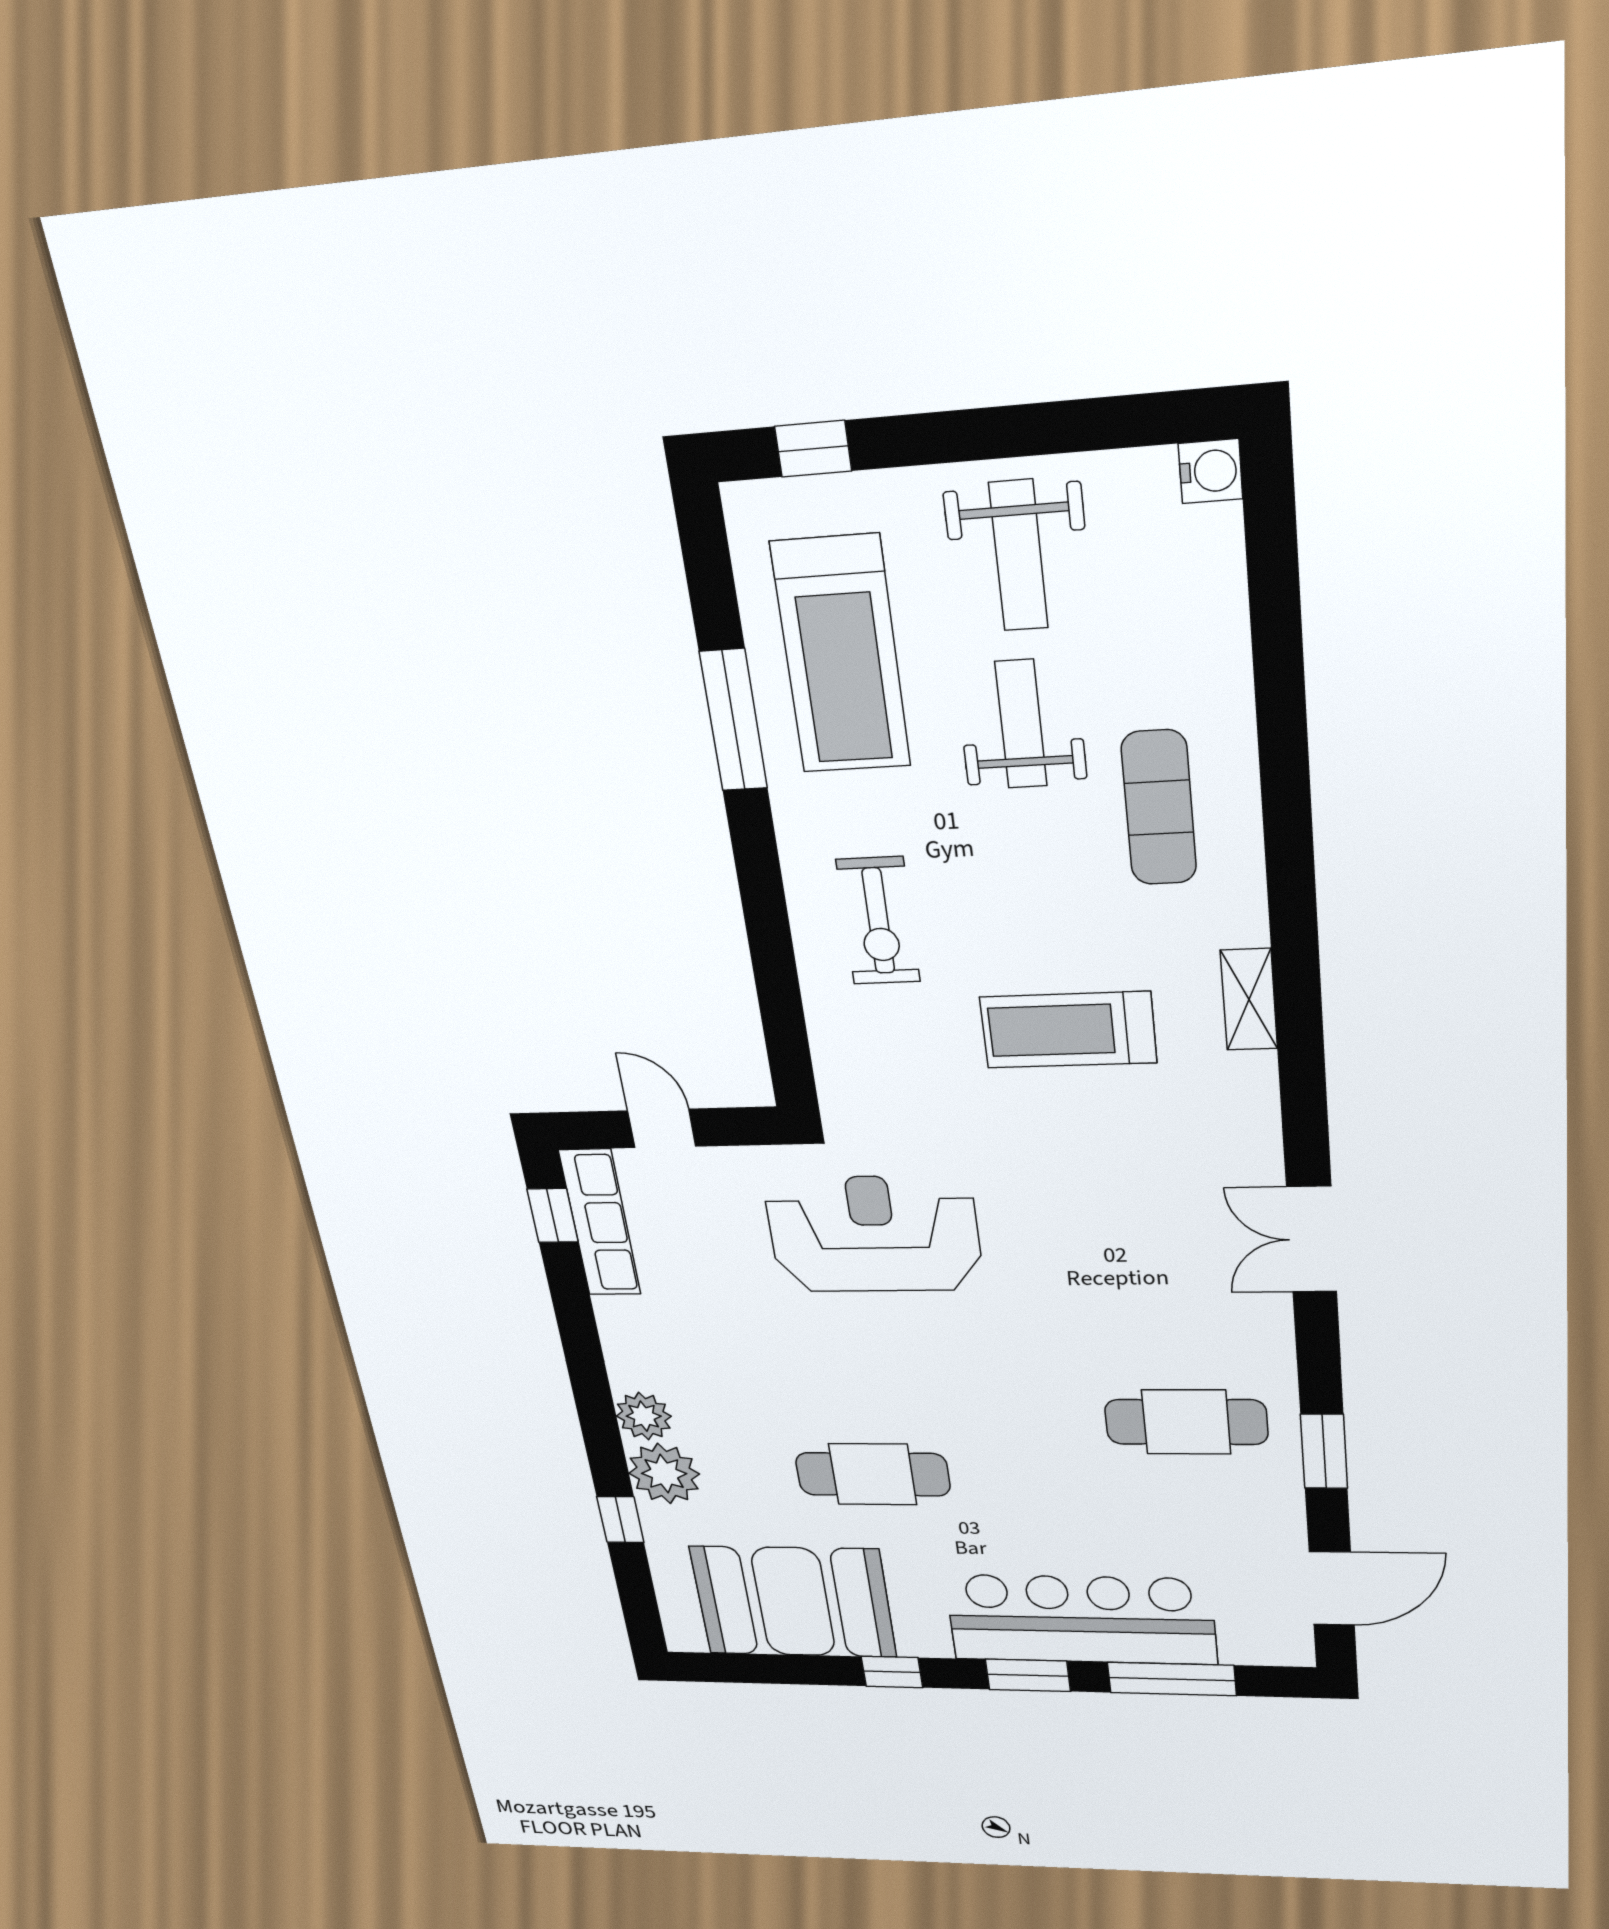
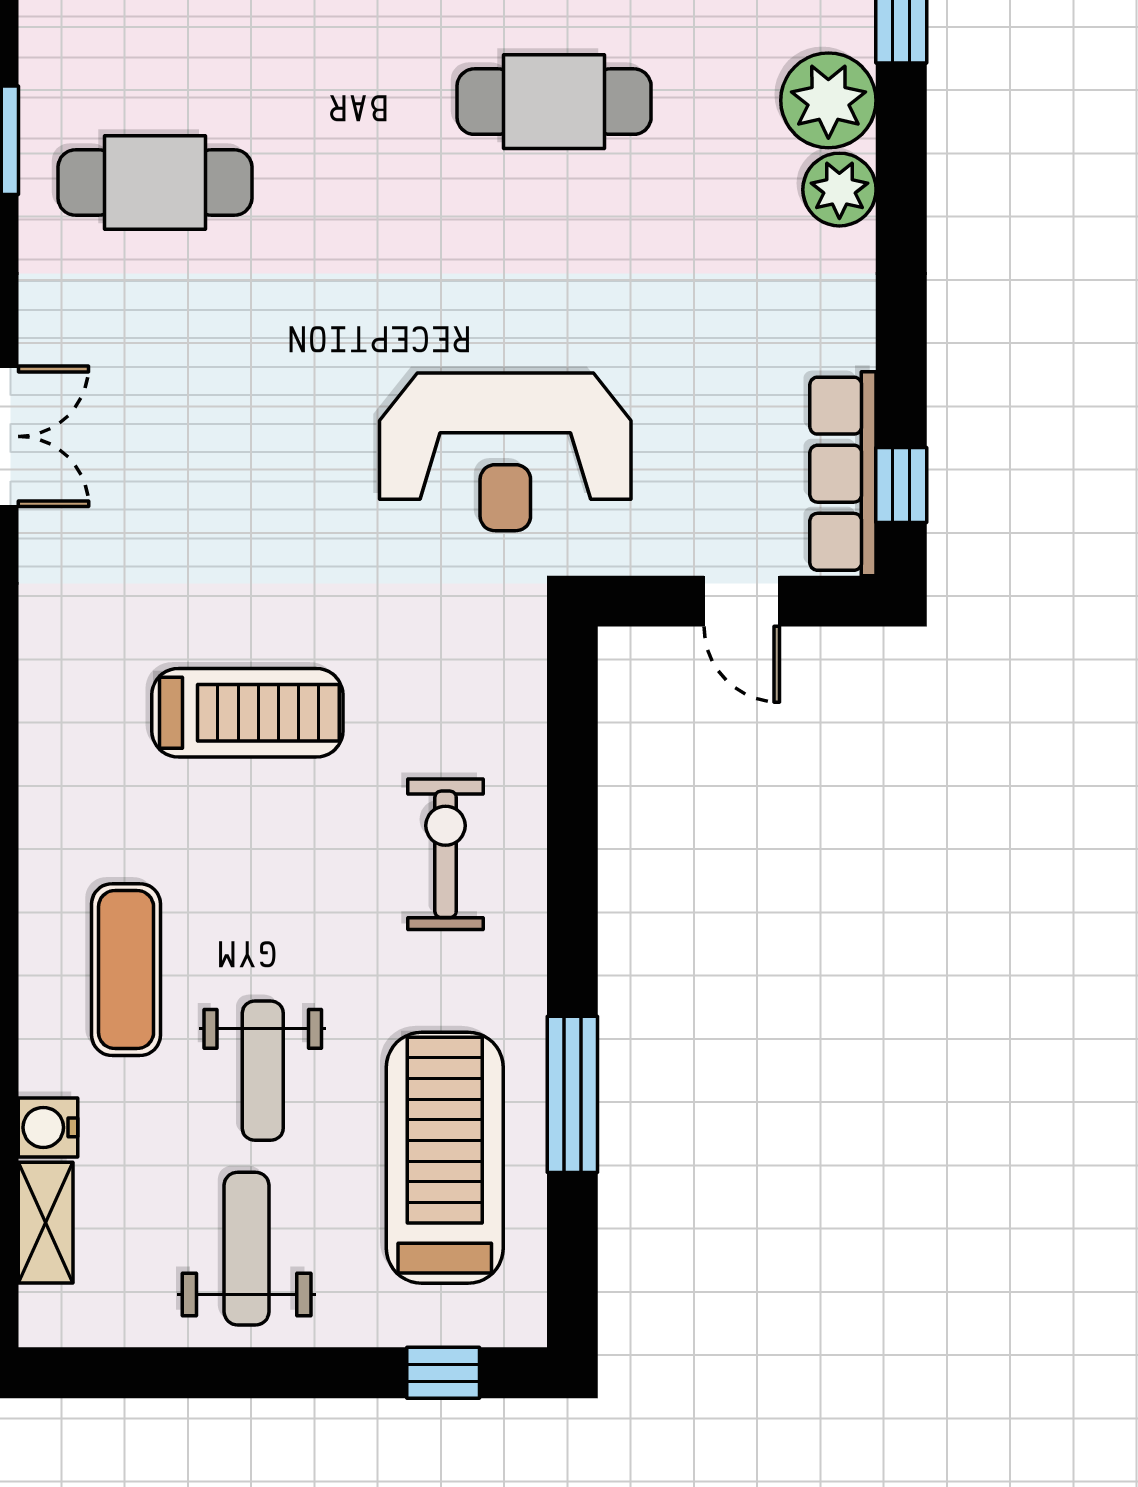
water cooler: (1210, 471) -> (48, 1127), moved
shelving: (1249, 1000) -> (46, 1223), moved

